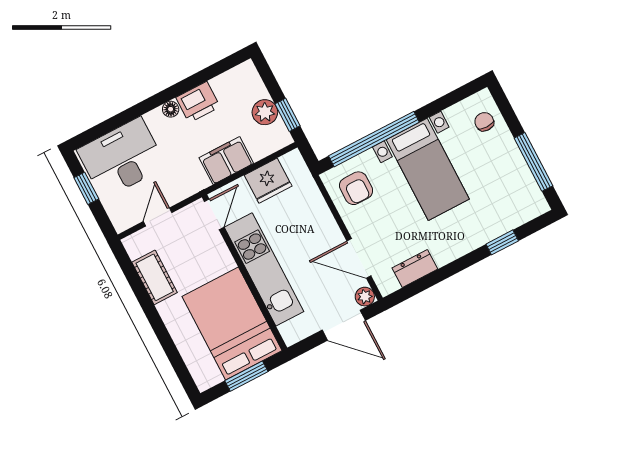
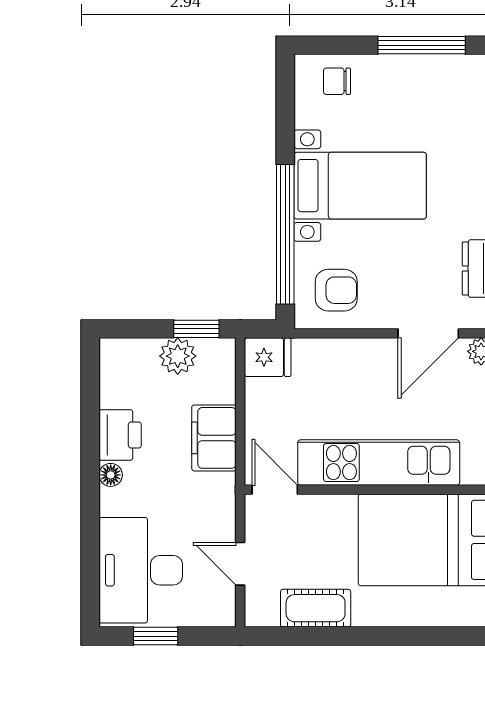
fridge: (268, 181) -> (268, 357), moved, width x0.72

